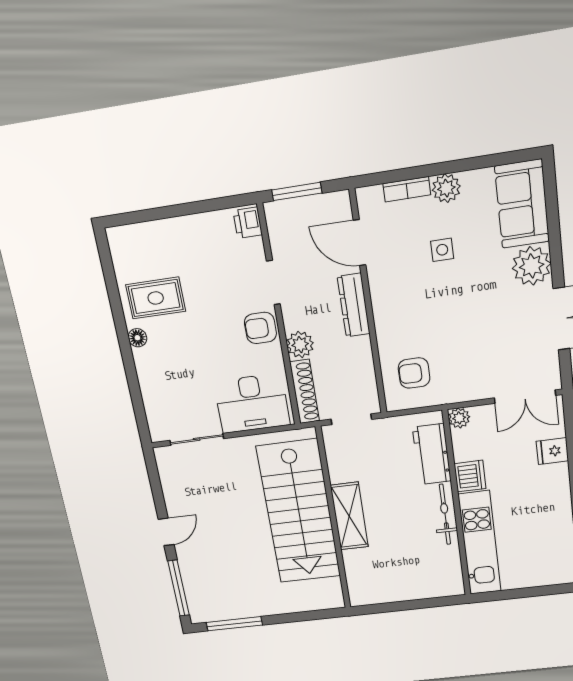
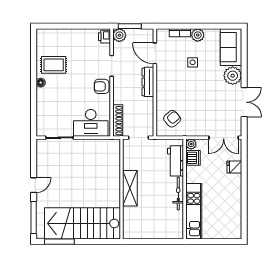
plant: (300, 345) -> (119, 35), moved
armchair: (414, 373) -> (172, 119), turned 139
dishwasher: (470, 476) -> (193, 158), moved
stairs: (299, 512) -> (82, 223), moved, turned 90

